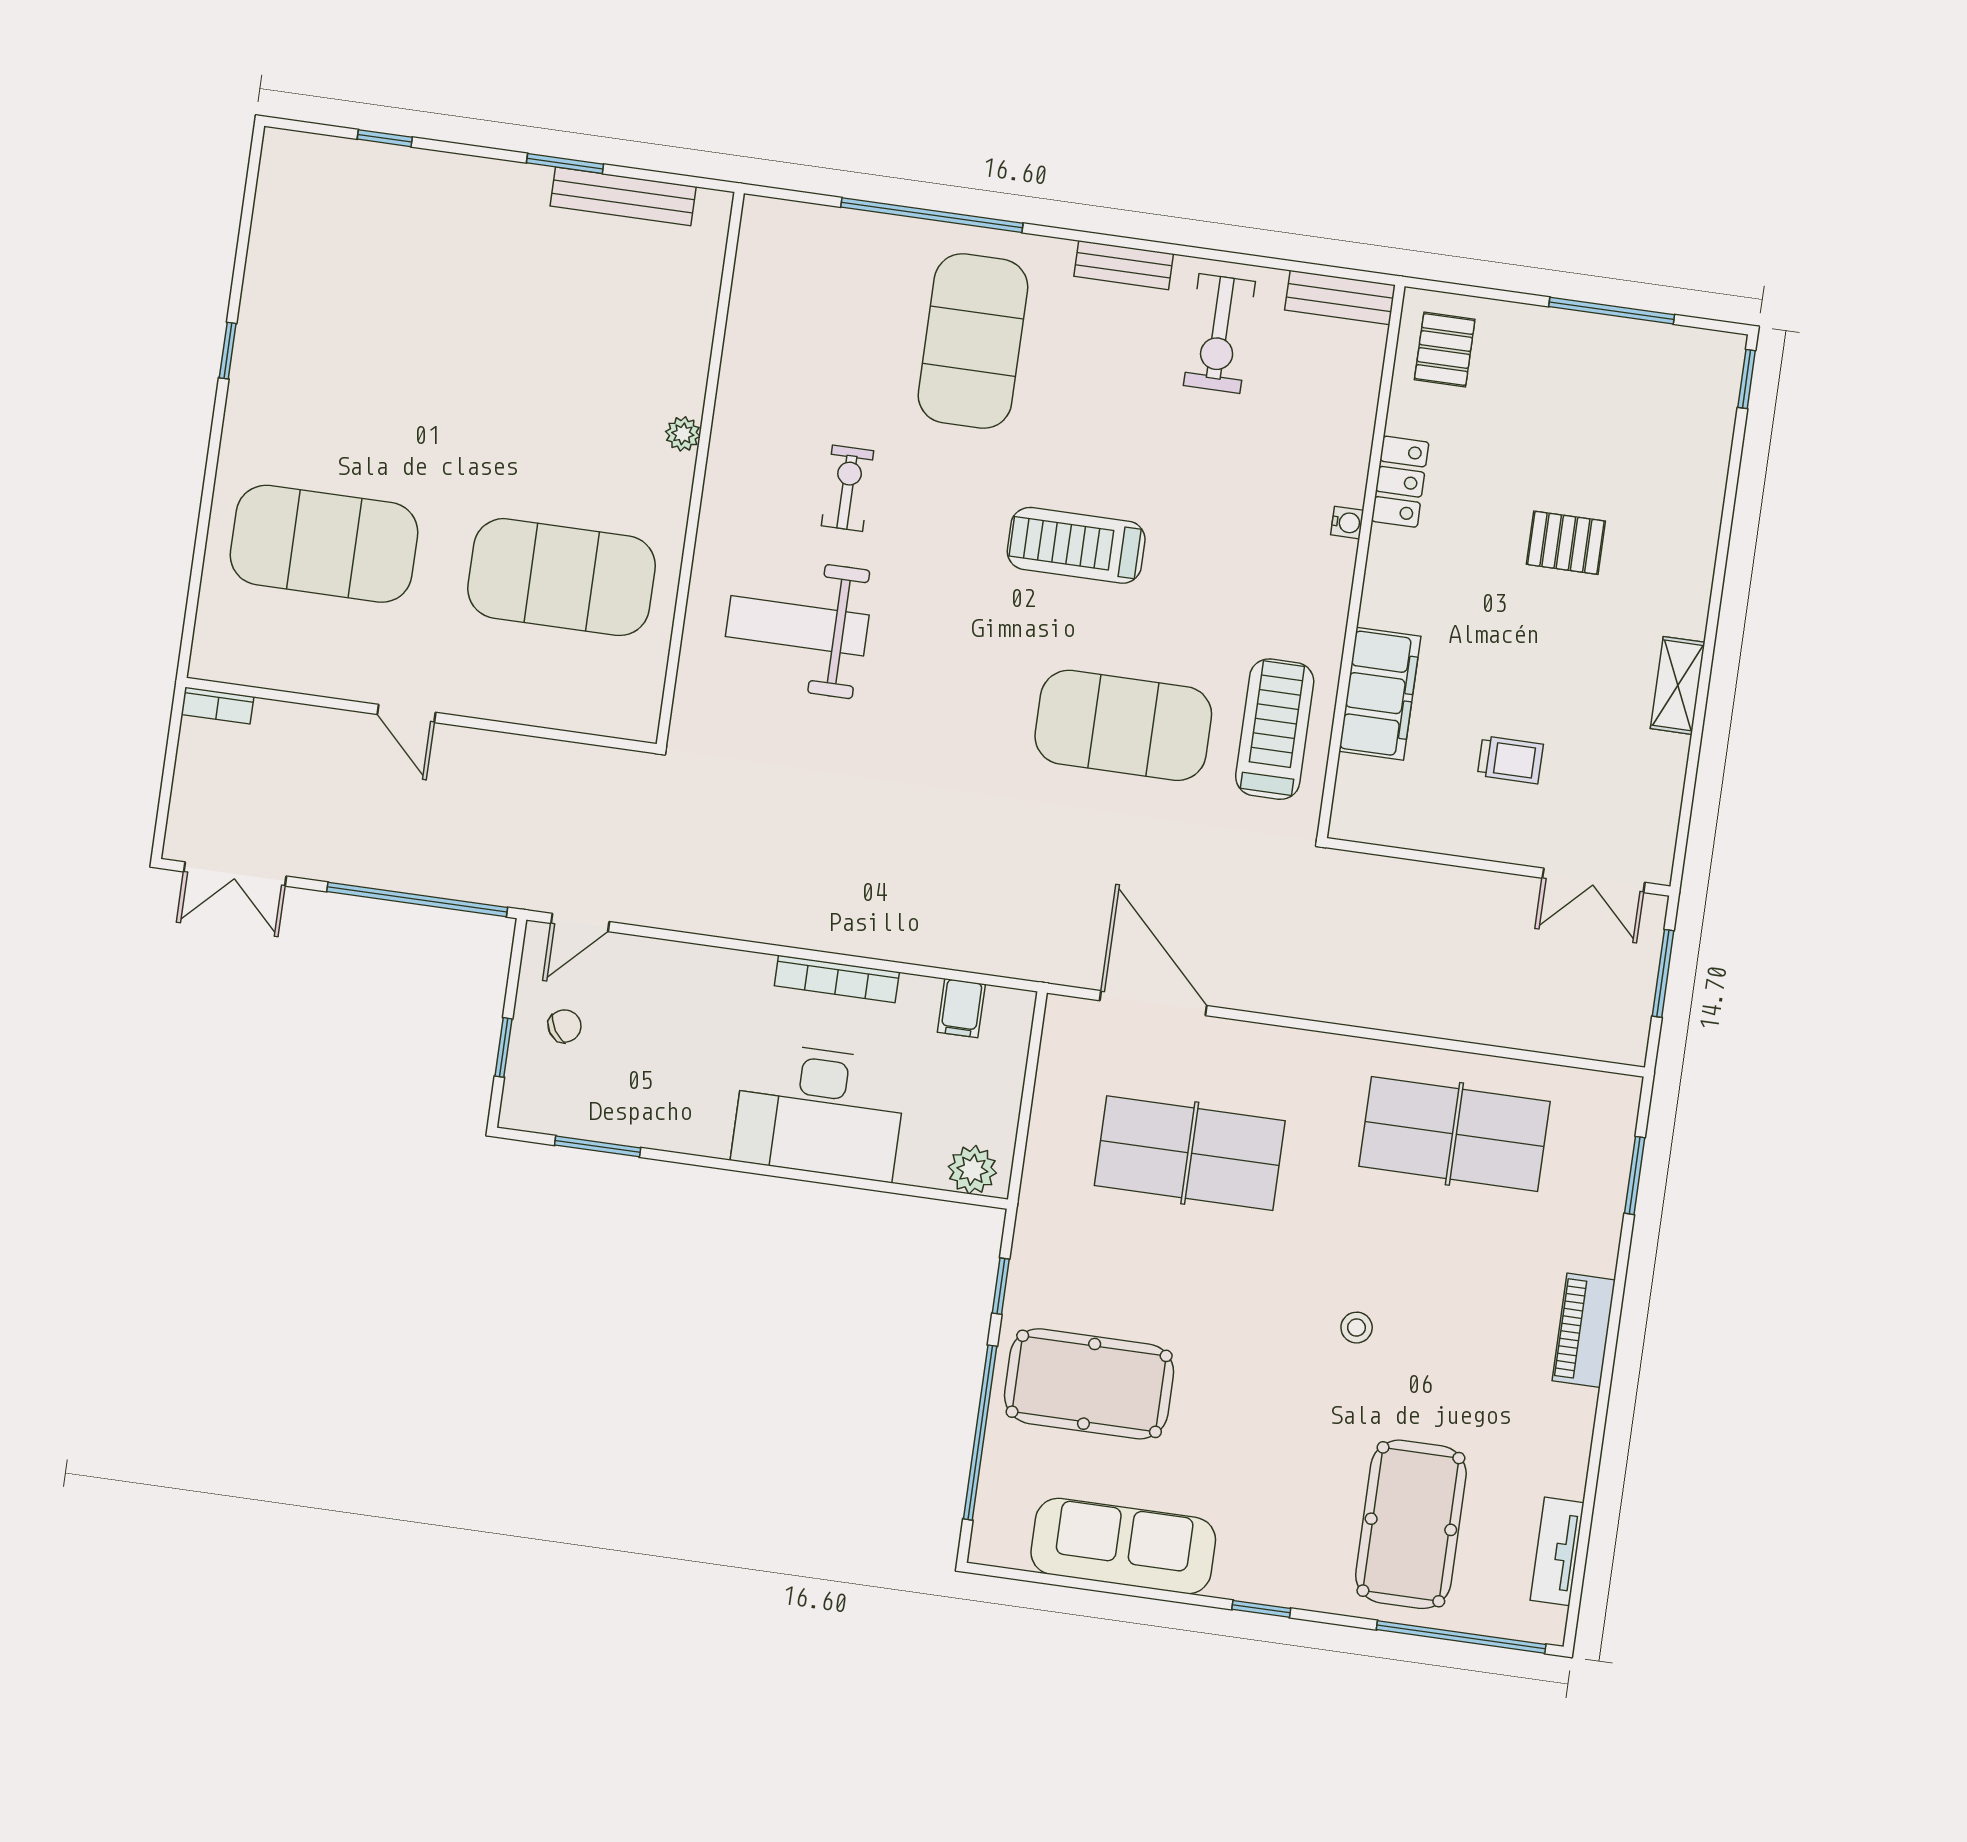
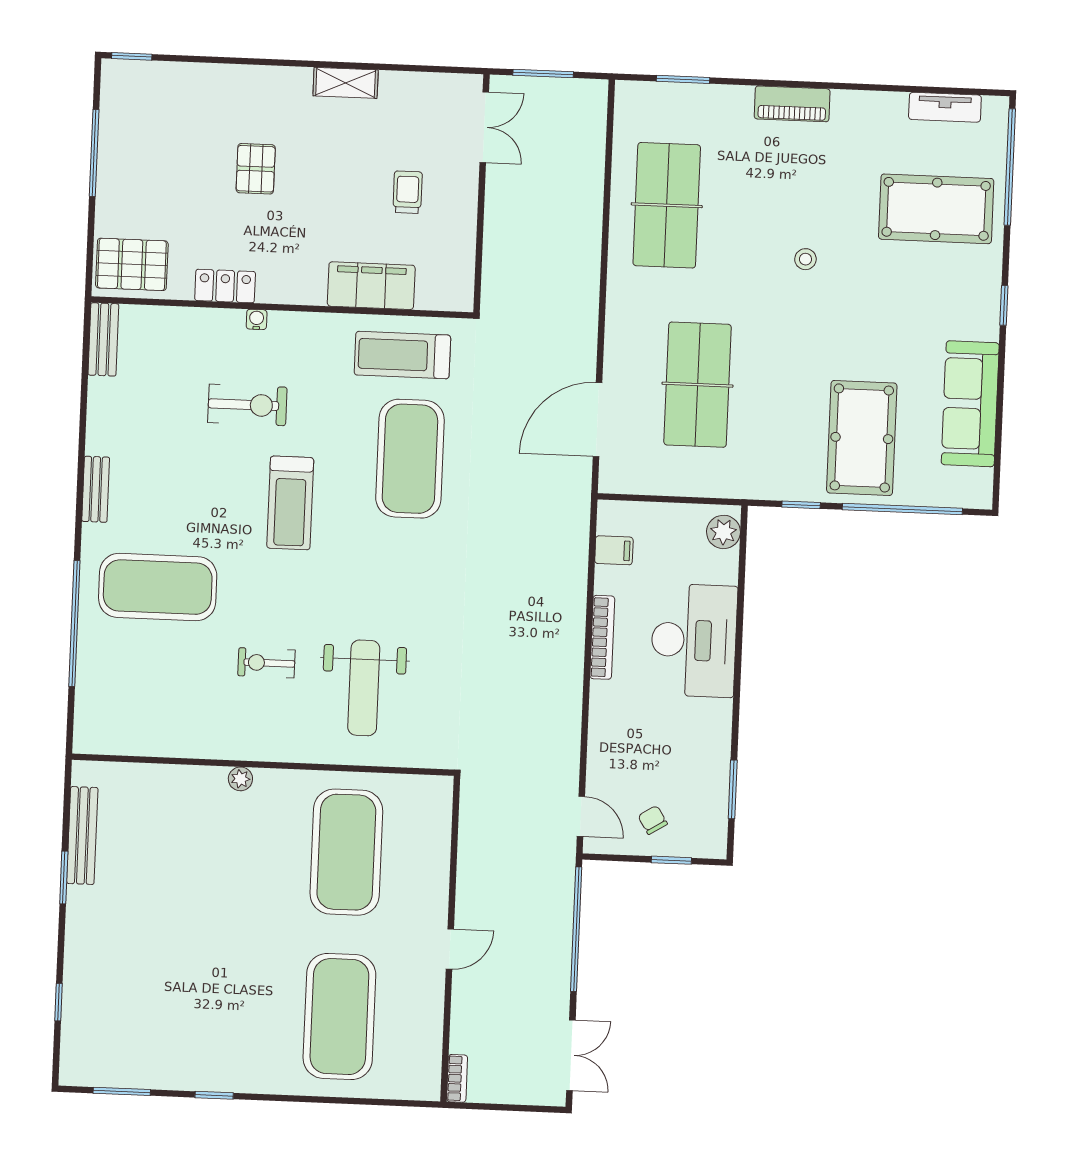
window: (246, 217) -> (122, 1091), added
exercise bike: (1219, 333) -> (247, 405), moved
pallet: (1445, 350) -> (132, 264), width x1.50, depth x1.42

